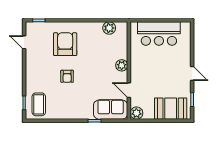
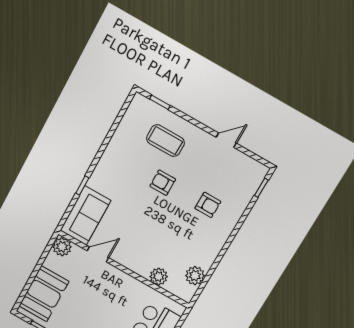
door: (24, 42) -> (226, 140), moved
armchair: (65, 44) -> (208, 205), width x0.53, depth x0.53
plant: (122, 65) -> (159, 277), moved
coffee table: (39, 104) -> (165, 141), moved

